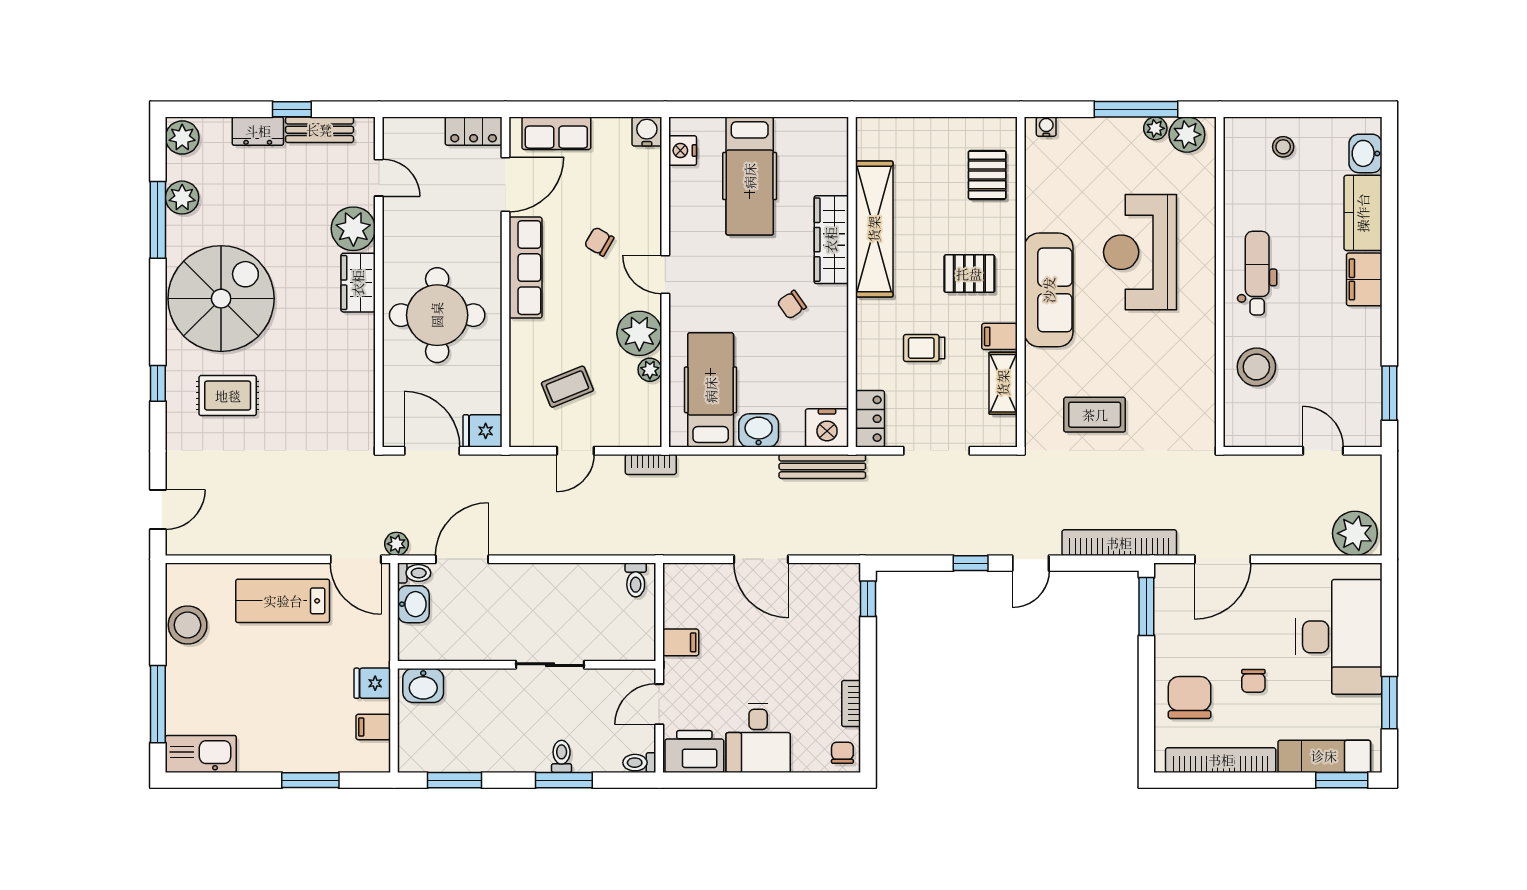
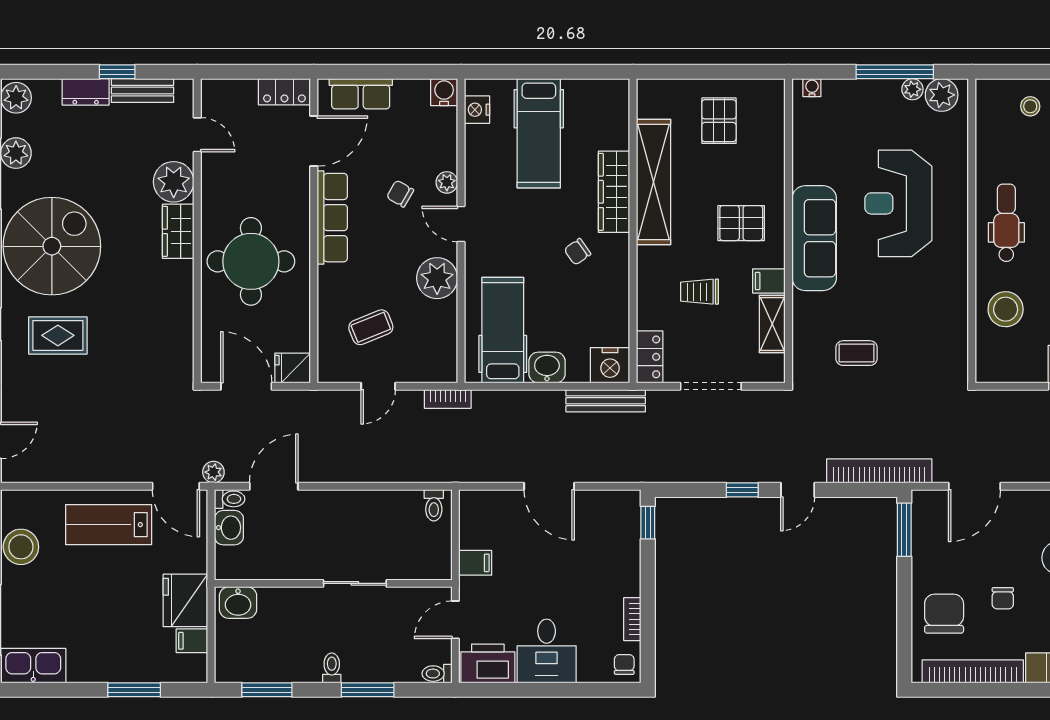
pallet: (987, 175) -> (719, 121), moved
plant: (650, 370) -> (447, 182), moved
coffee table: (1095, 415) -> (857, 353), width x0.73, depth x0.77
fridge: (372, 683) -> (185, 600), width x1.88, depth x1.34
toilet: (562, 756) -> (332, 668), moved

